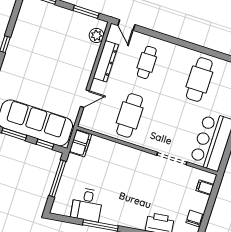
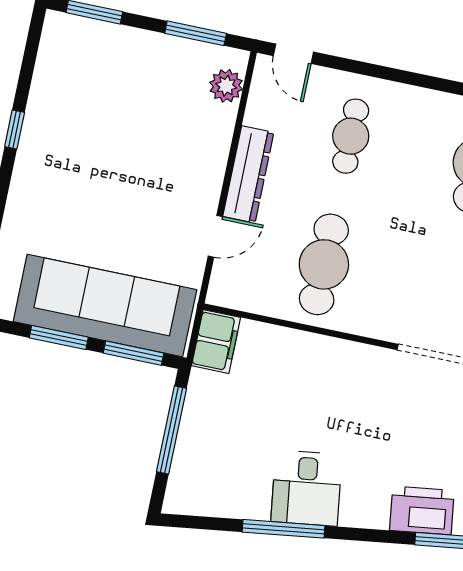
dresser: (106, 61) -> (248, 174), moved
window: (45, 144) -> (134, 353), width x1.50
desk: (87, 205) -> (307, 488), moved

